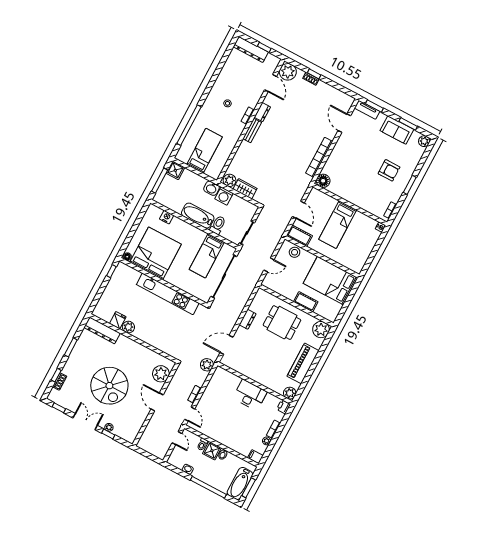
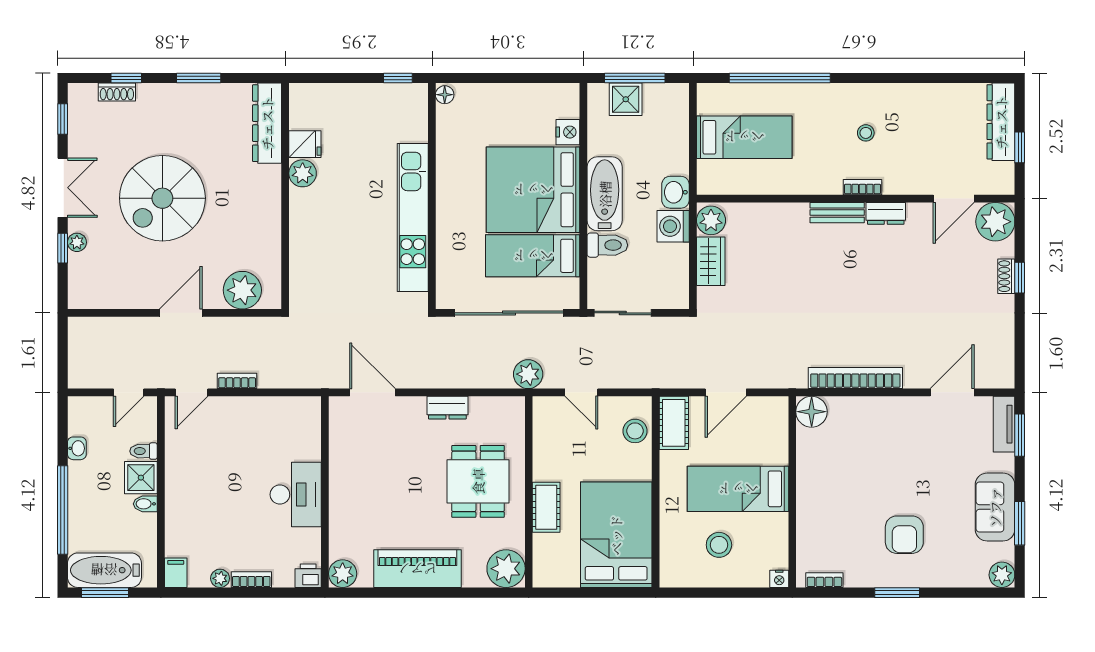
shower: (175, 170) -> (626, 99), moved
stool: (355, 243) -> (719, 545), added
bed: (156, 253) -> (533, 190), moved, turned 180
plant: (207, 365) -> (528, 374), moved

